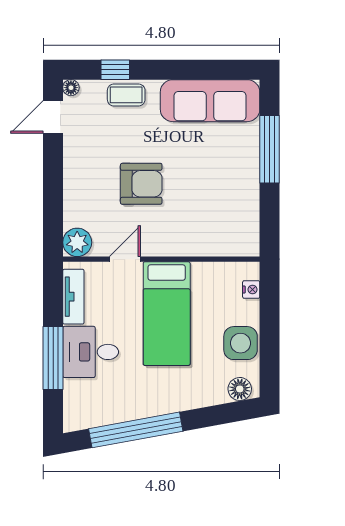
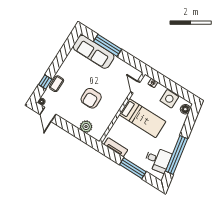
sofa: (210, 101) -> (94, 52), moved, turned 90
armchair: (141, 184) -> (91, 98), turned 180
plant: (77, 242) -> (86, 127), moved
door: (125, 259) -> (135, 87), moved
desk: (91, 352) -> (158, 160), moved, turned -100

